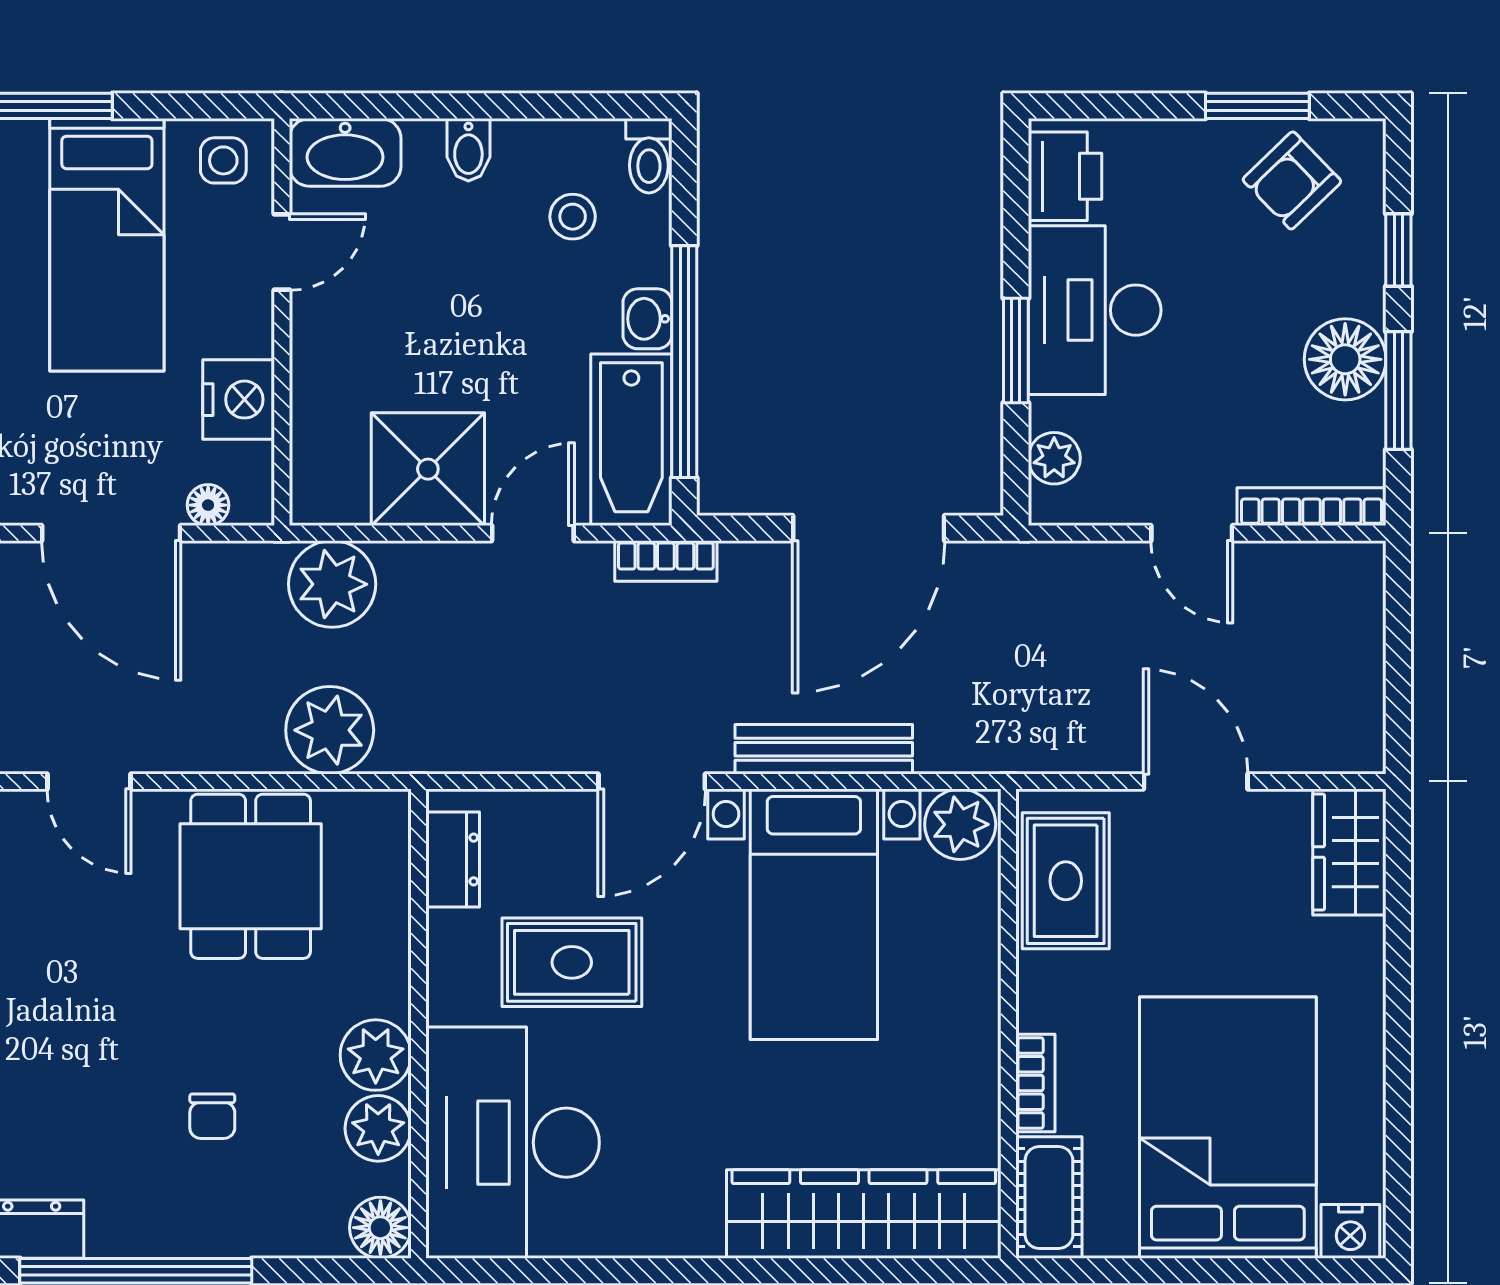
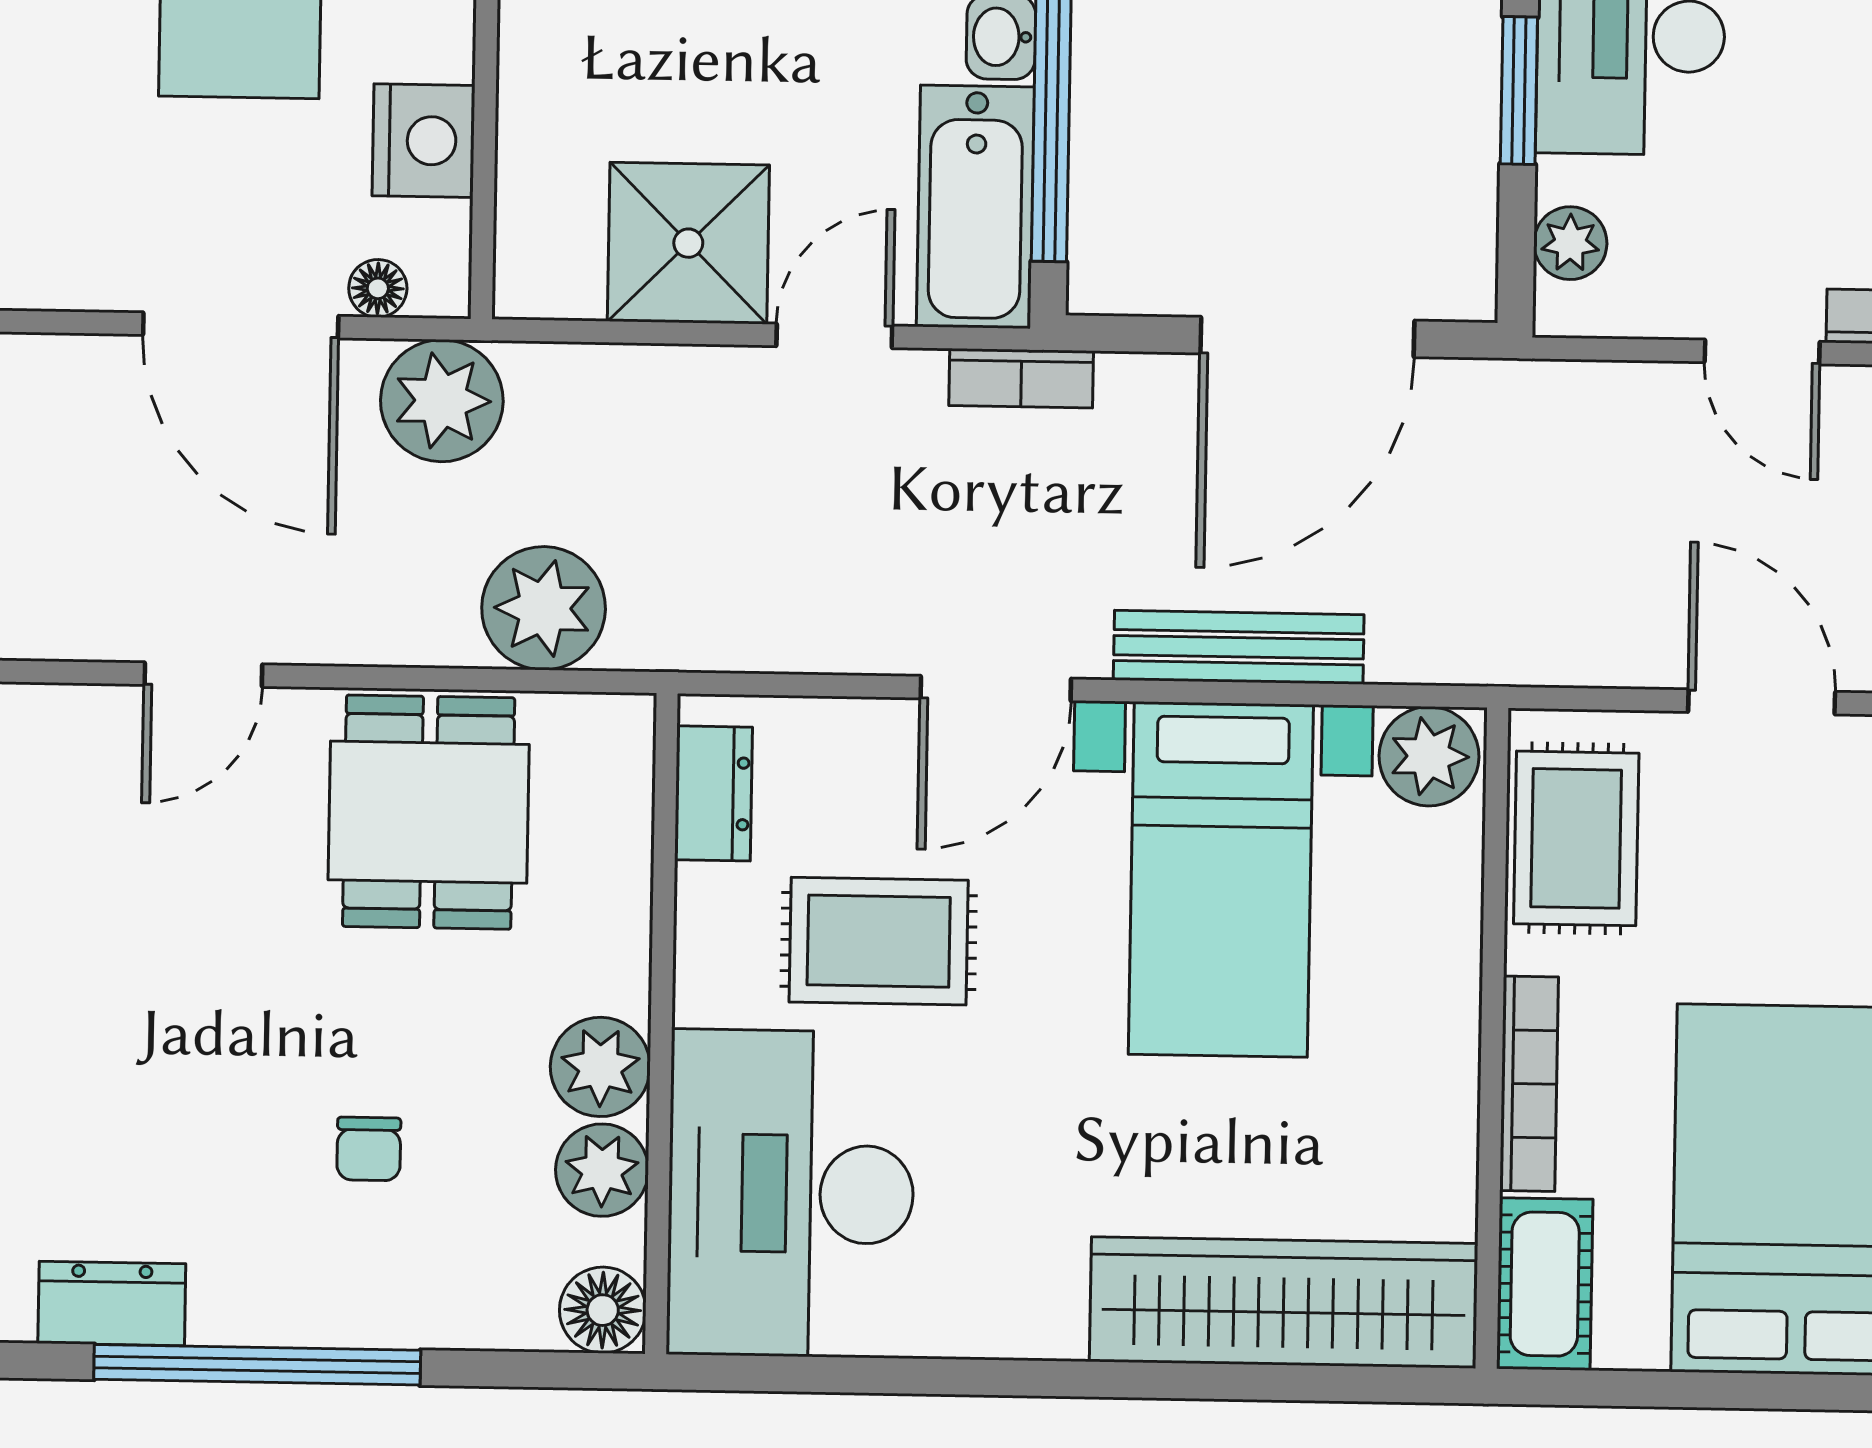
plant: (332, 584) -> (442, 401), moved
door: (89, 781) -> (203, 675), hinge flipped
bookcase: (1035, 1083) -> (1529, 1084), width x1.56

